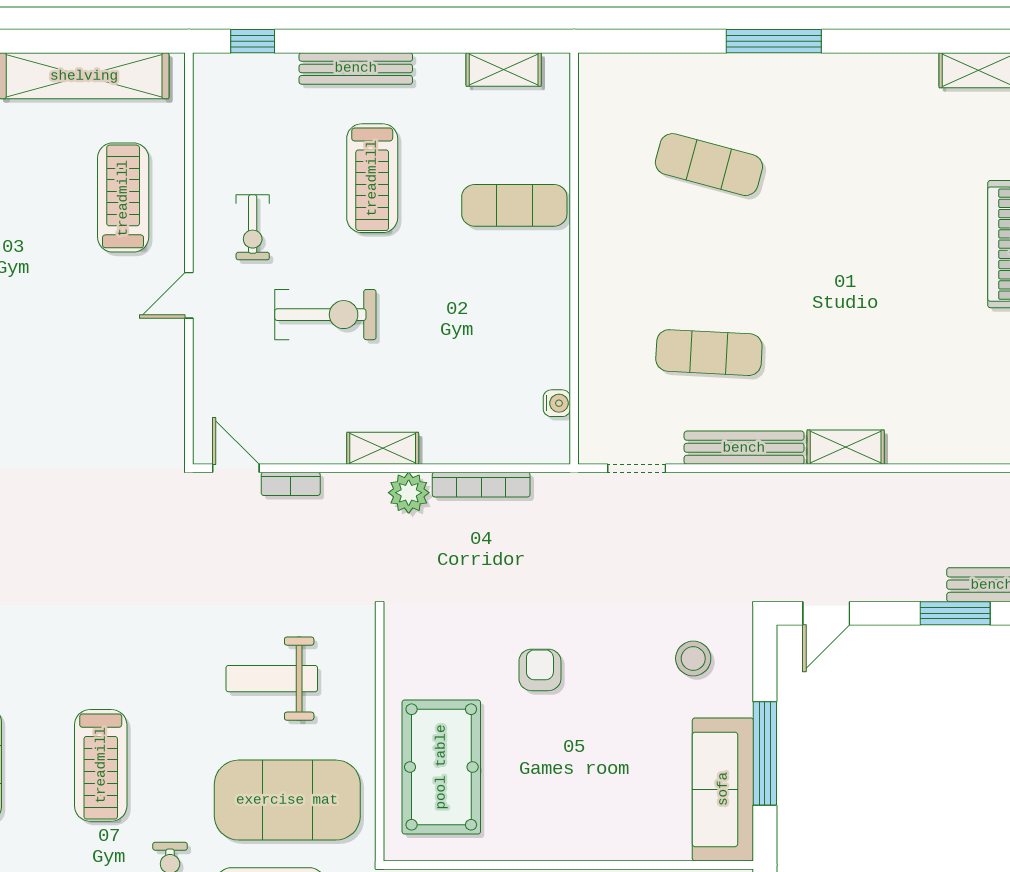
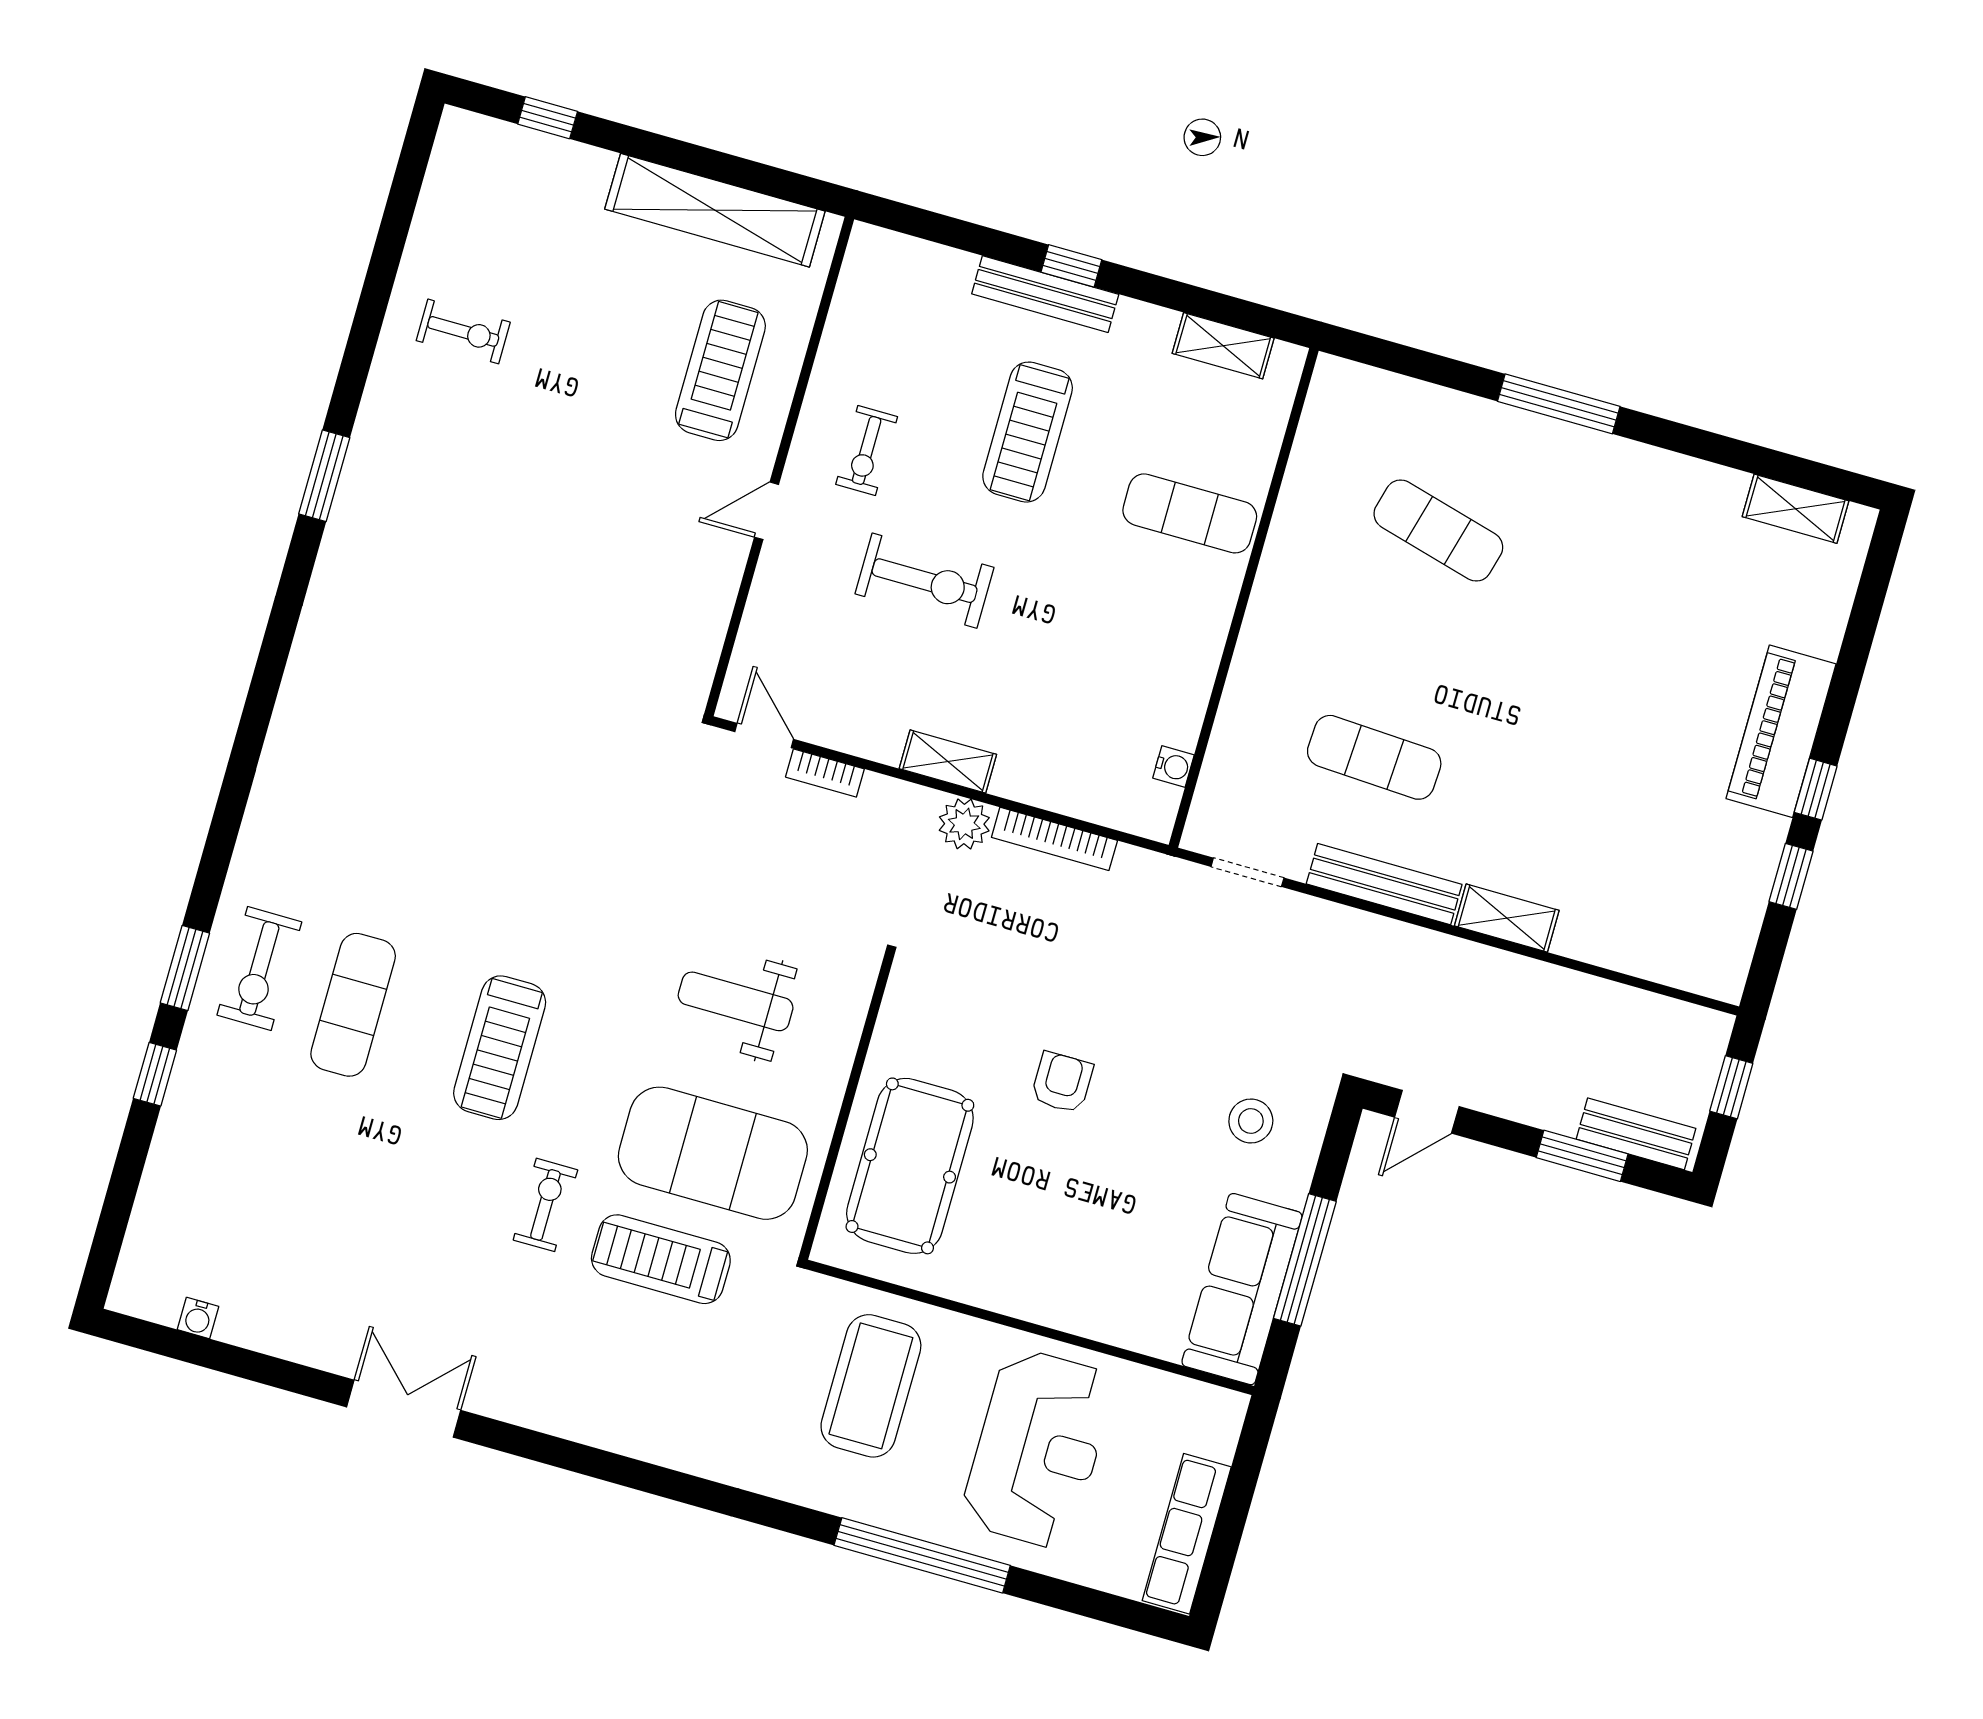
window: (253, 41) -> (1071, 266), moved

